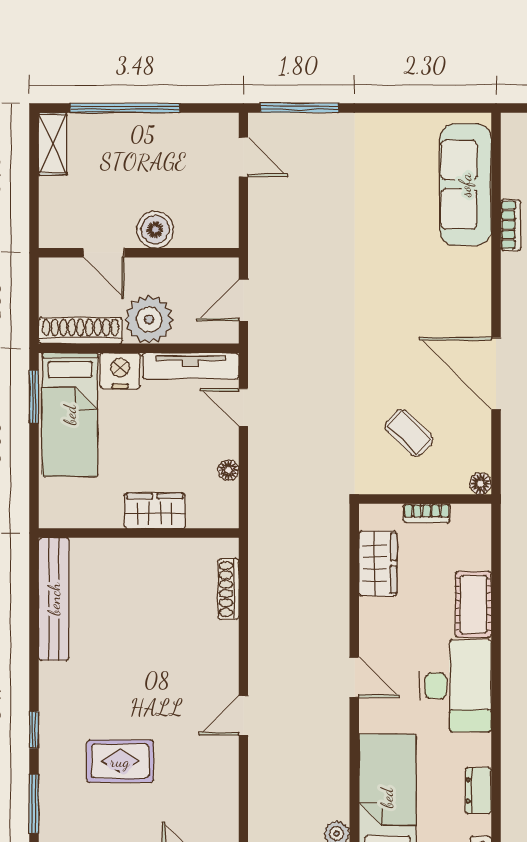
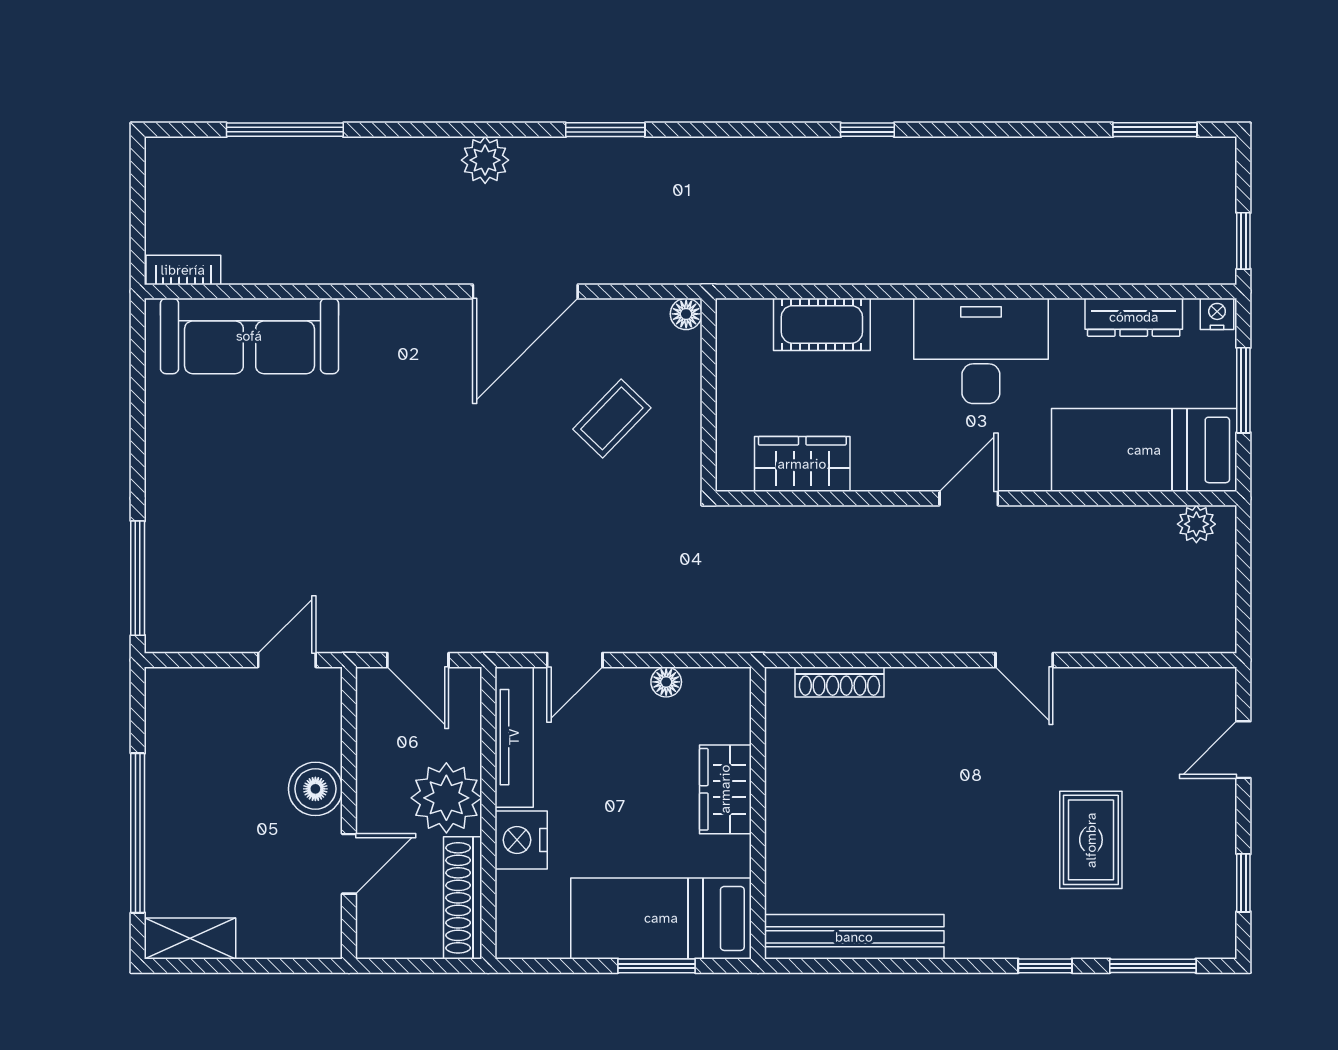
door: (243, 157) -> (287, 660), moved
bookcase: (511, 225) -> (183, 270), moved
window: (34, 397) -> (657, 966), moved
bed: (70, 415) -> (661, 918), moved, turned 180
bookcase: (427, 513) -> (729, 393), removed
cot: (473, 604) -> (822, 324), moved
dresser: (478, 790) -> (1134, 317), width x1.44

